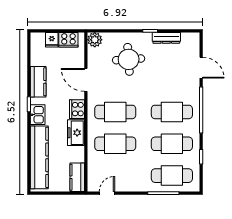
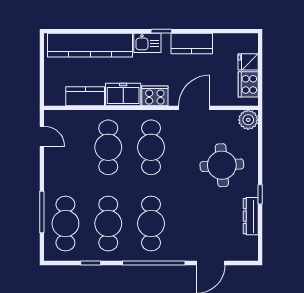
kitchen counter: (77, 177) -> (85, 96), moved

